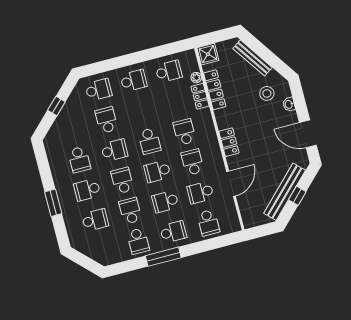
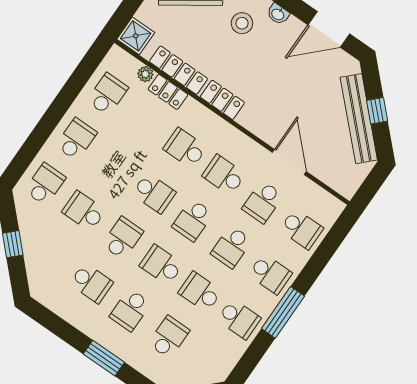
locker: (229, 142) -> (222, 100), moved
school desk: (173, 232) -> (270, 274), turned 90

